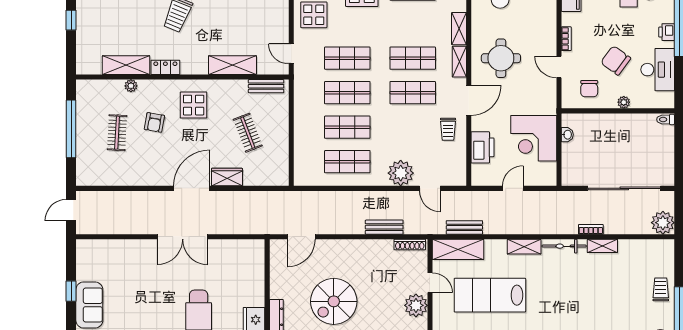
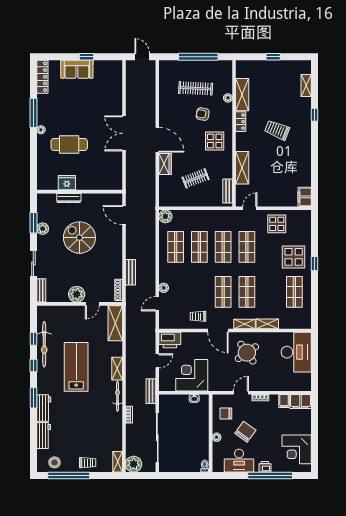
round table: (501, 58) -> (247, 353), turned -35
clothes rail: (117, 133) -> (196, 88), width x1.36
printer: (482, 147) -> (170, 340), moved
plant: (401, 173) -> (164, 288), width x0.53, depth x0.53
plant: (303, 176) -> (165, 216), added
door: (513, 188) -> (157, 361), hinge flipped
bench: (464, 227) -> (151, 391), moved
shelving: (602, 246) -> (118, 462), moved
lab bench: (490, 295) -> (76, 367), moved

